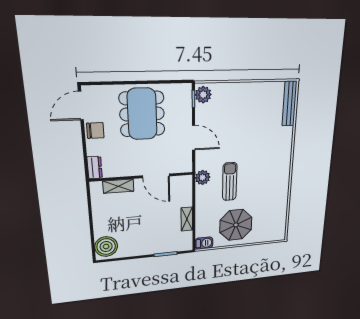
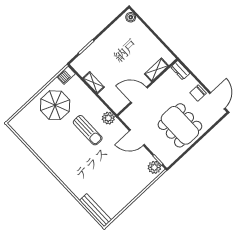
boiler: (106, 247) -> (131, 17), width x0.54, depth x0.54

